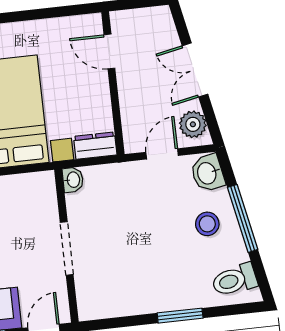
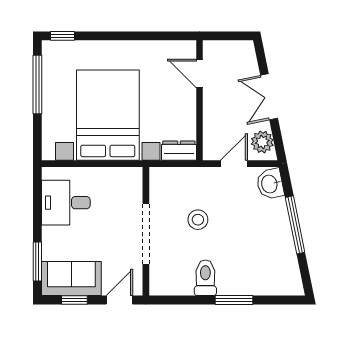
washbasin: (73, 180) -> (157, 177), removed
stool: (207, 224) -> (198, 220), moved
doorway: (67, 248) -> (146, 234), width x1.36
toilet: (234, 280) -> (205, 278), moved, turned 101

